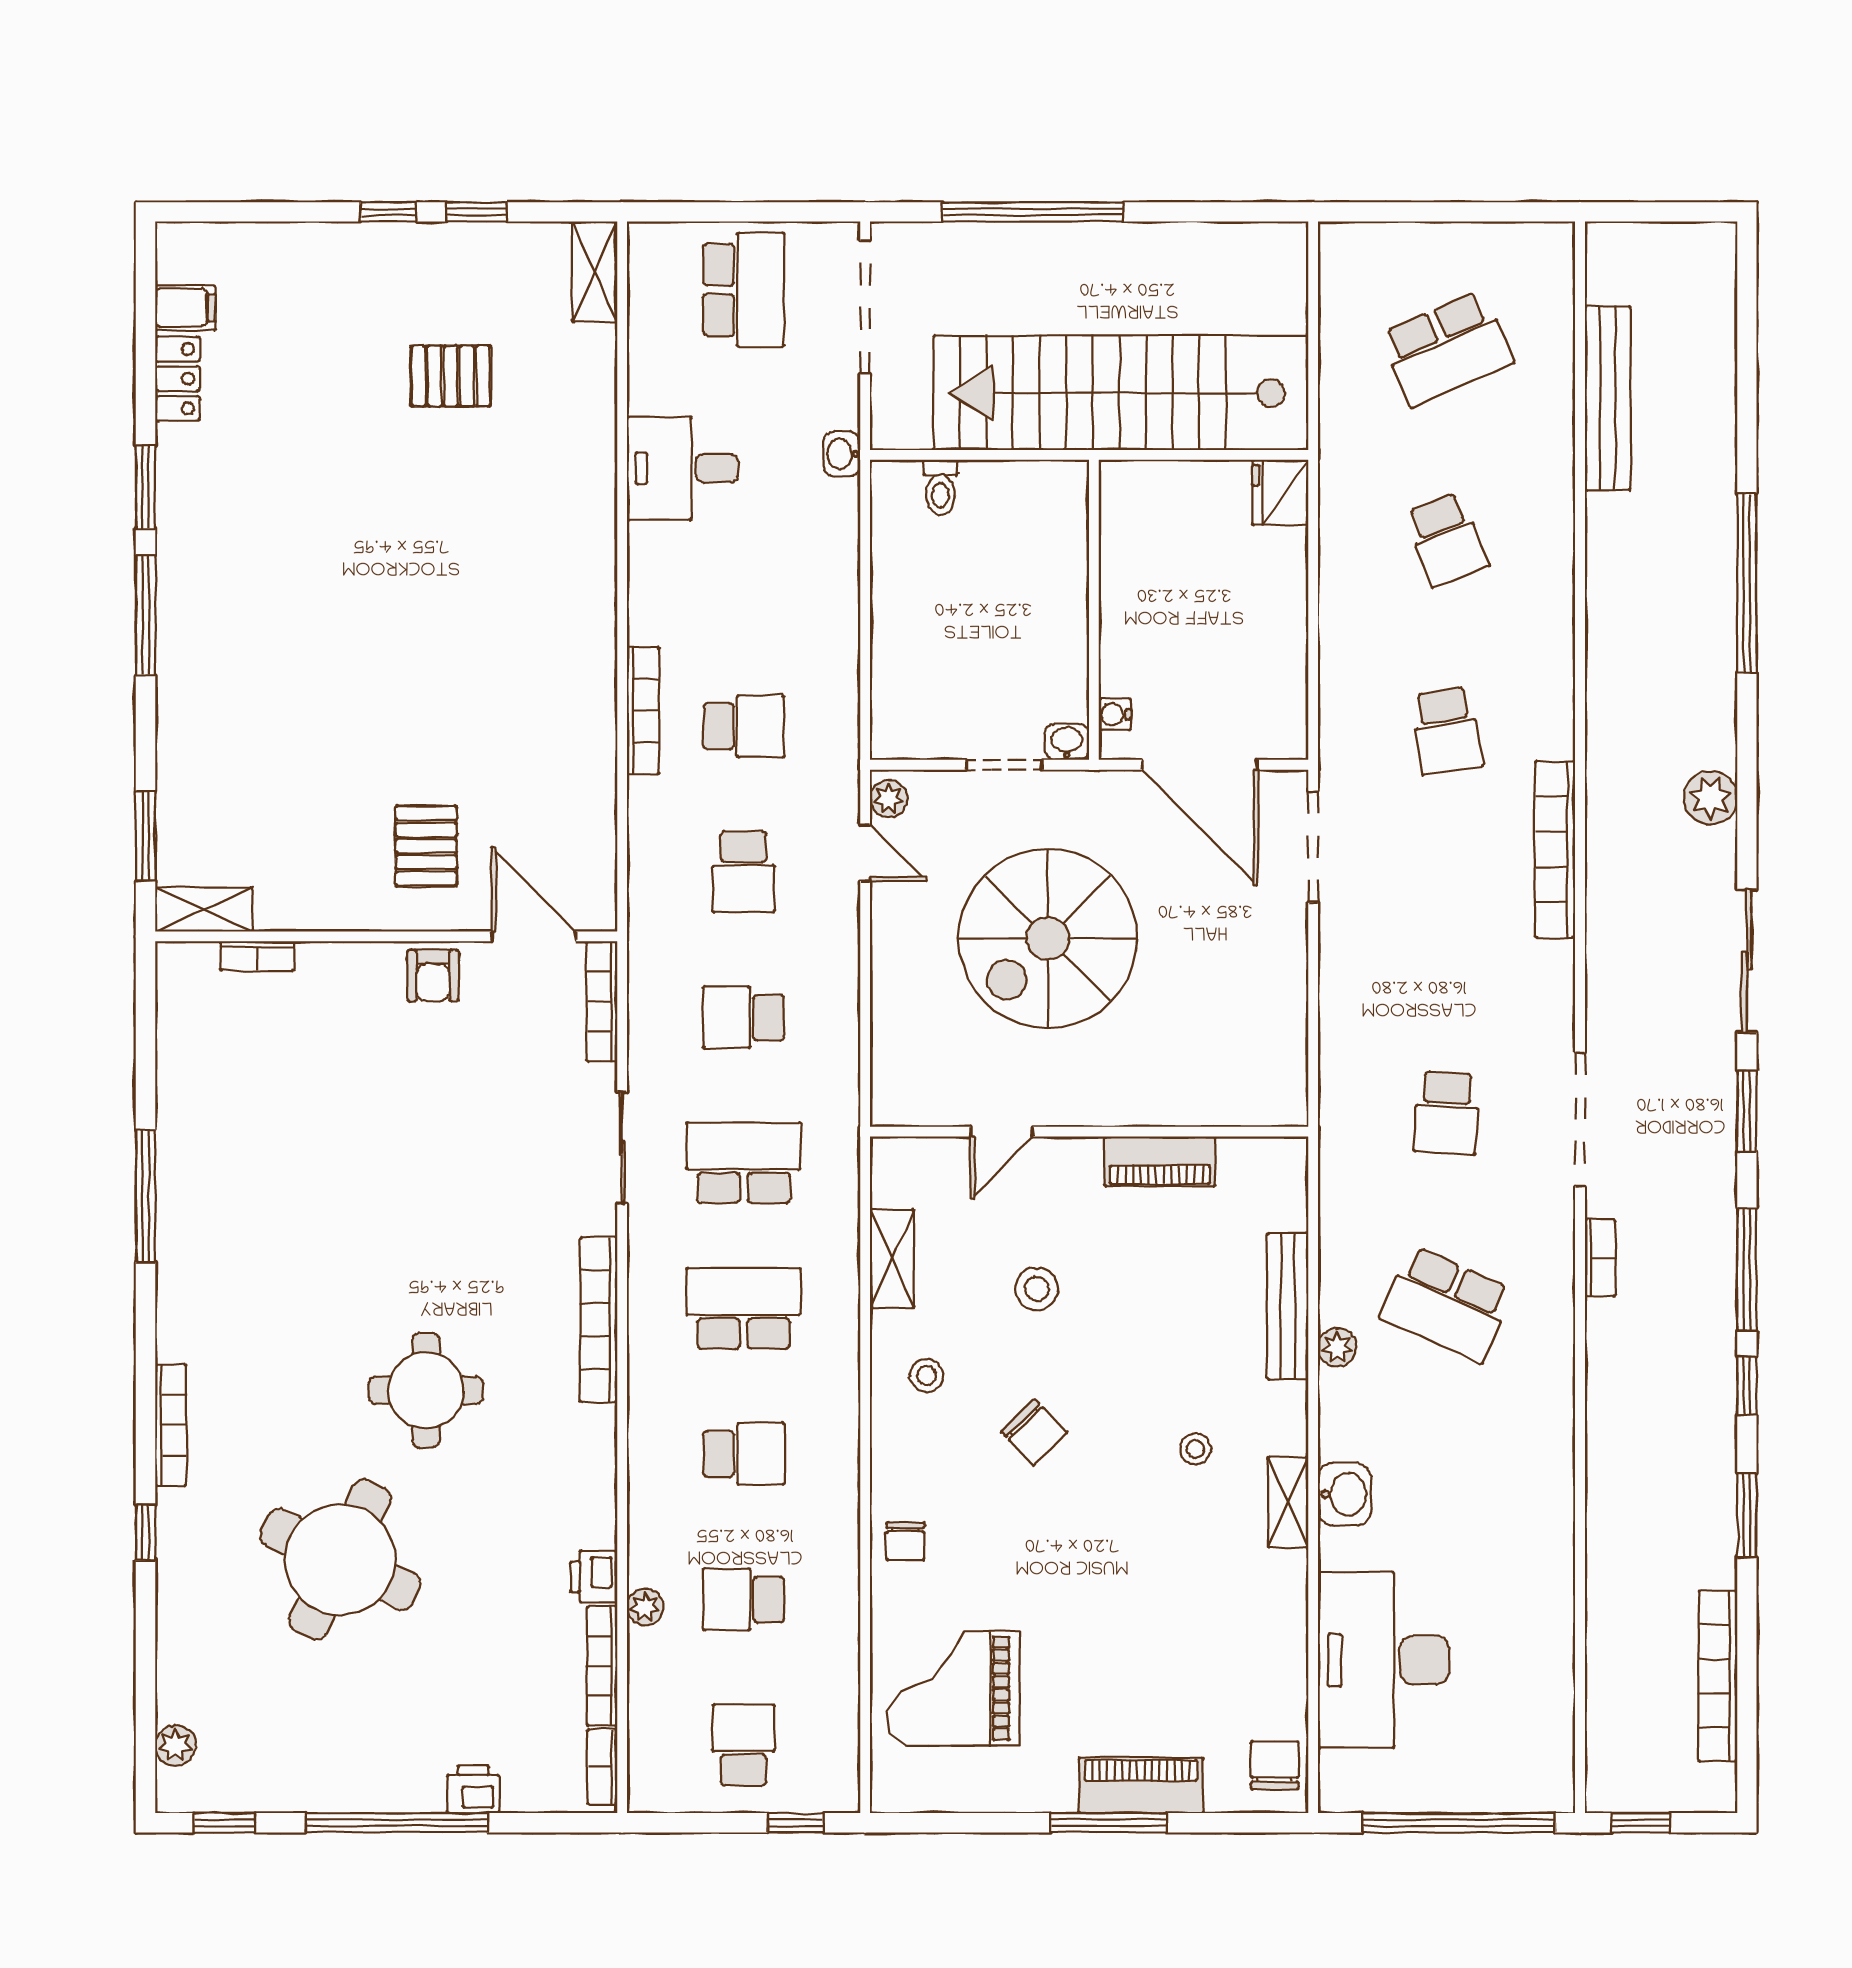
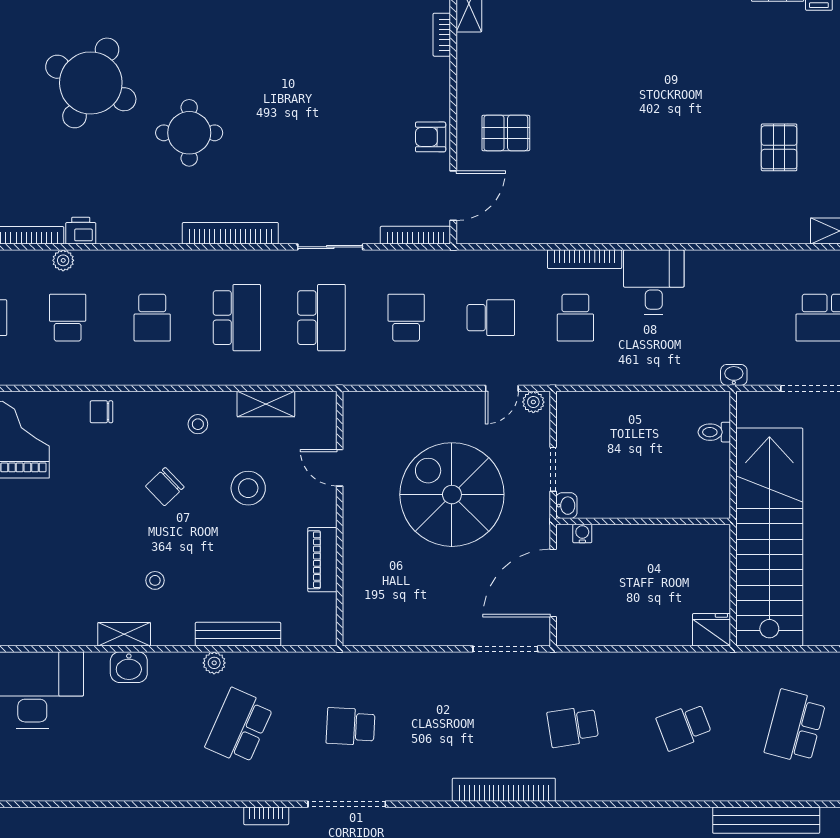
school desk: (1447, 348) -> (795, 726), turned 39
desk: (683, 468) -> (654, 282), moved
school desk: (744, 872) -> (491, 318), turned 180
stool: (1037, 1289) -> (248, 488), width x1.38, depth x1.38

